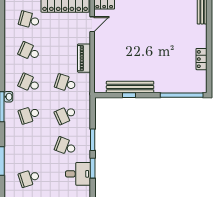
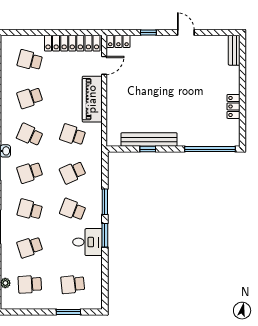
school desk: (29, 52) -> (30, 98), turned -42
piano: (84, 58) -> (92, 99), width x1.37, depth x1.33
school desk: (29, 146) -> (30, 210), added

